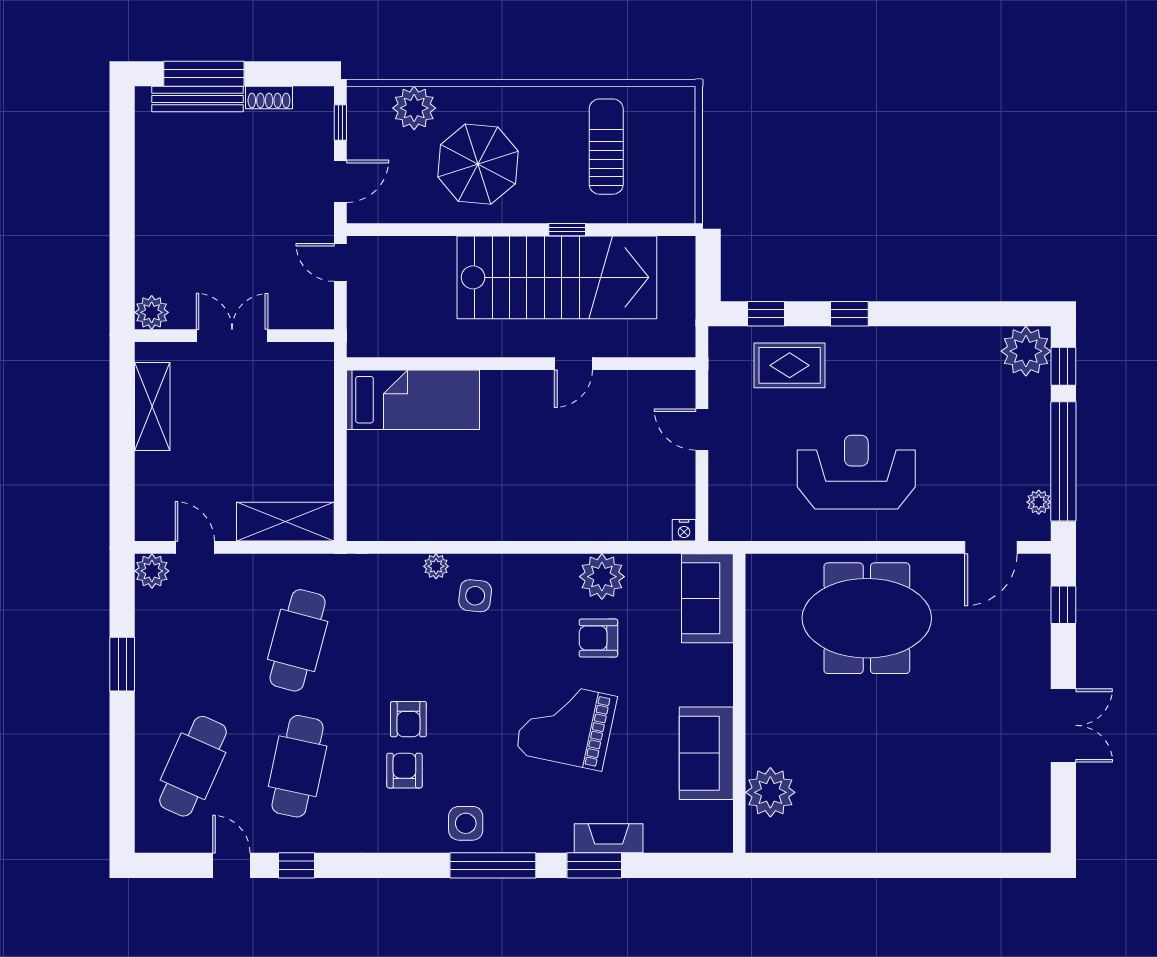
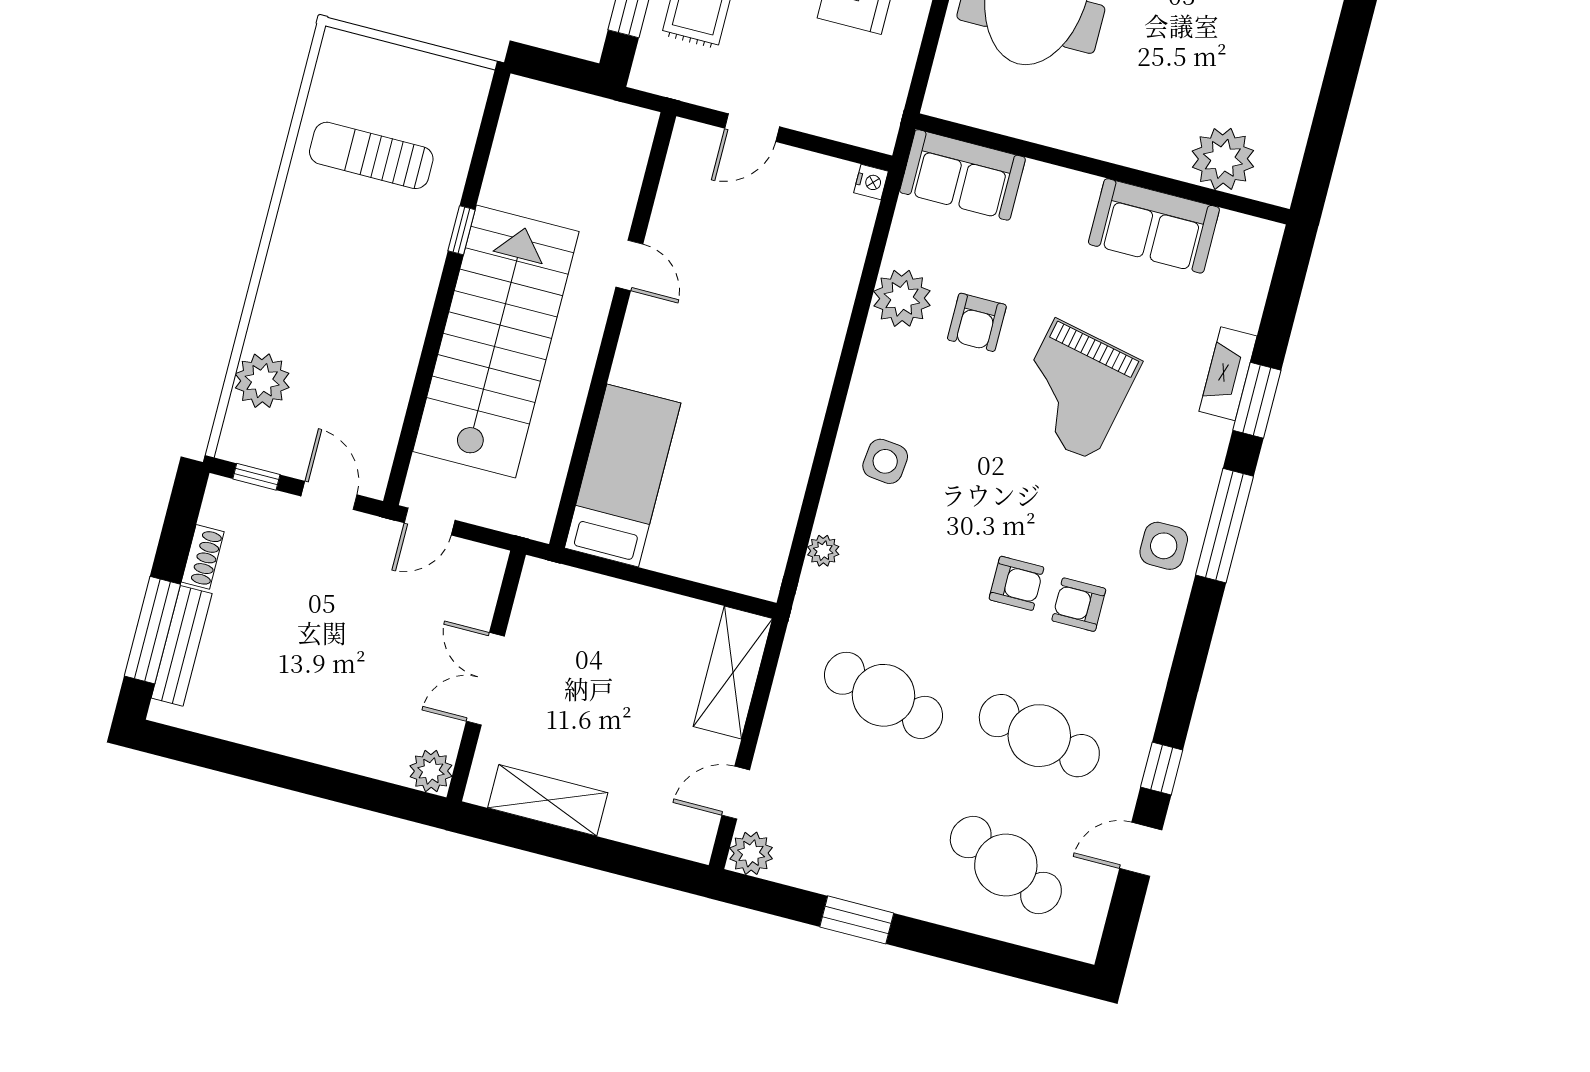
parasol: (478, 164) -> (352, 320), removed
stairs: (557, 277) -> (496, 341), moved
plant: (436, 566) -> (823, 551), moved

